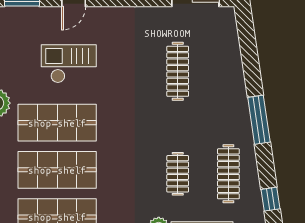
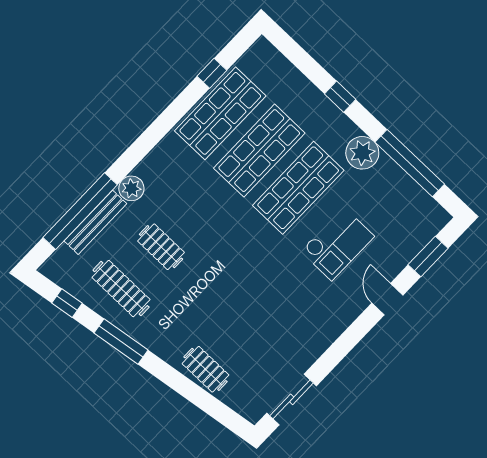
clothes rail: (178, 71) -> (206, 369), moved, width x0.73
window: (259, 120) -> (121, 342), moved

